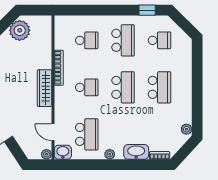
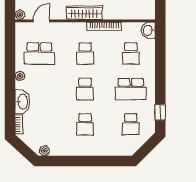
school desk: (123, 87) -> (85, 89), width x0.54
school desk: (159, 87) -> (85, 124), width x0.54
washbasin: (63, 152) -> (148, 30), moved, turned 180

